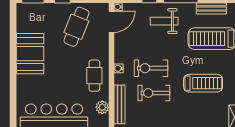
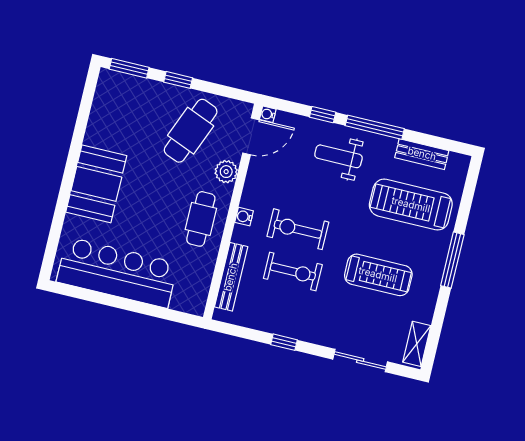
booth: (30, 54) -> (96, 184), moved
exercise bike: (154, 93) -> (293, 271), turned 180
plant: (102, 107) -> (226, 172), moved

